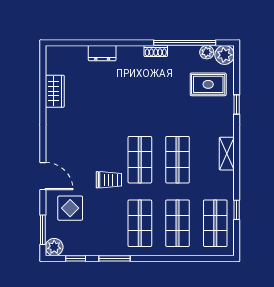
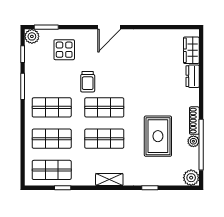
shoe rack: (156, 51) -> (194, 121), width x1.43
plant: (207, 52) -> (193, 141), moved
rug: (208, 84) -> (158, 136), moved, width x1.36, depth x1.43
wardrobe: (55, 91) -> (191, 50), moved, turned 90
door: (43, 176) -> (109, 27), moved

